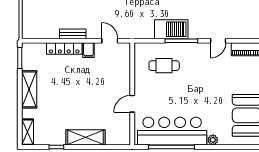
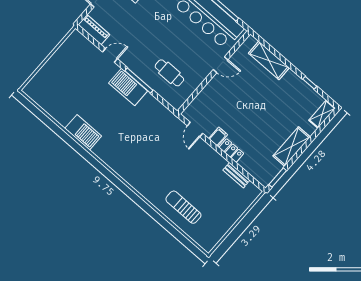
barbecue: (171, 29) -> (128, 87), moved
bench: (73, 34) -> (236, 175), moved
locker: (64, 49) -> (231, 150), width x0.66
shelving: (85, 137) -> (269, 60), moved

